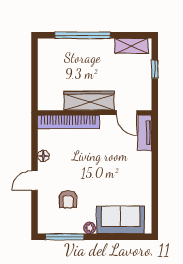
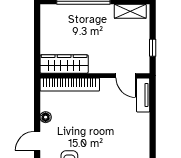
window: (155, 69) -> (153, 48), moved
wardrobe: (89, 101) -> (64, 64), moved

